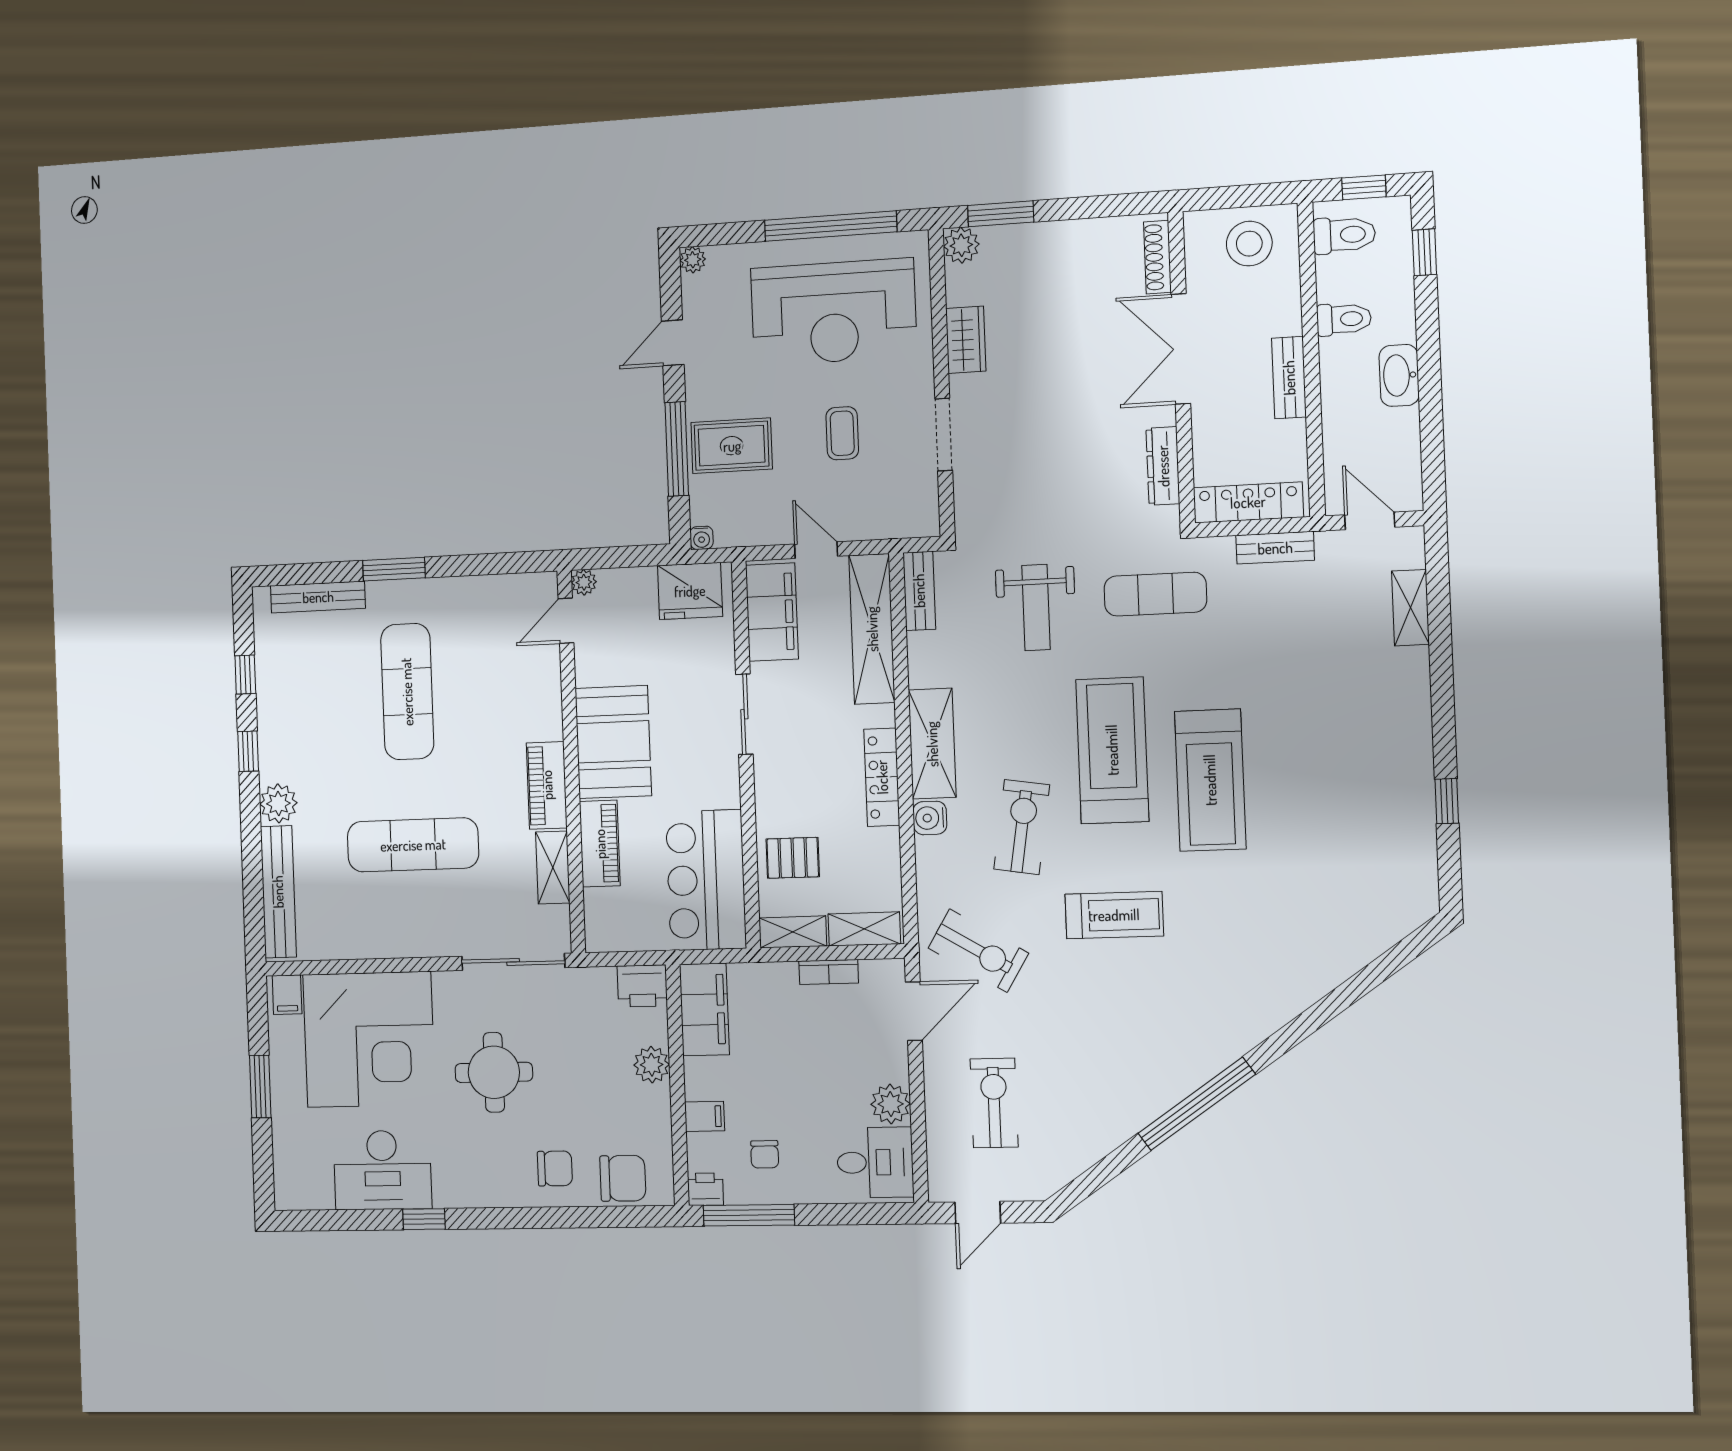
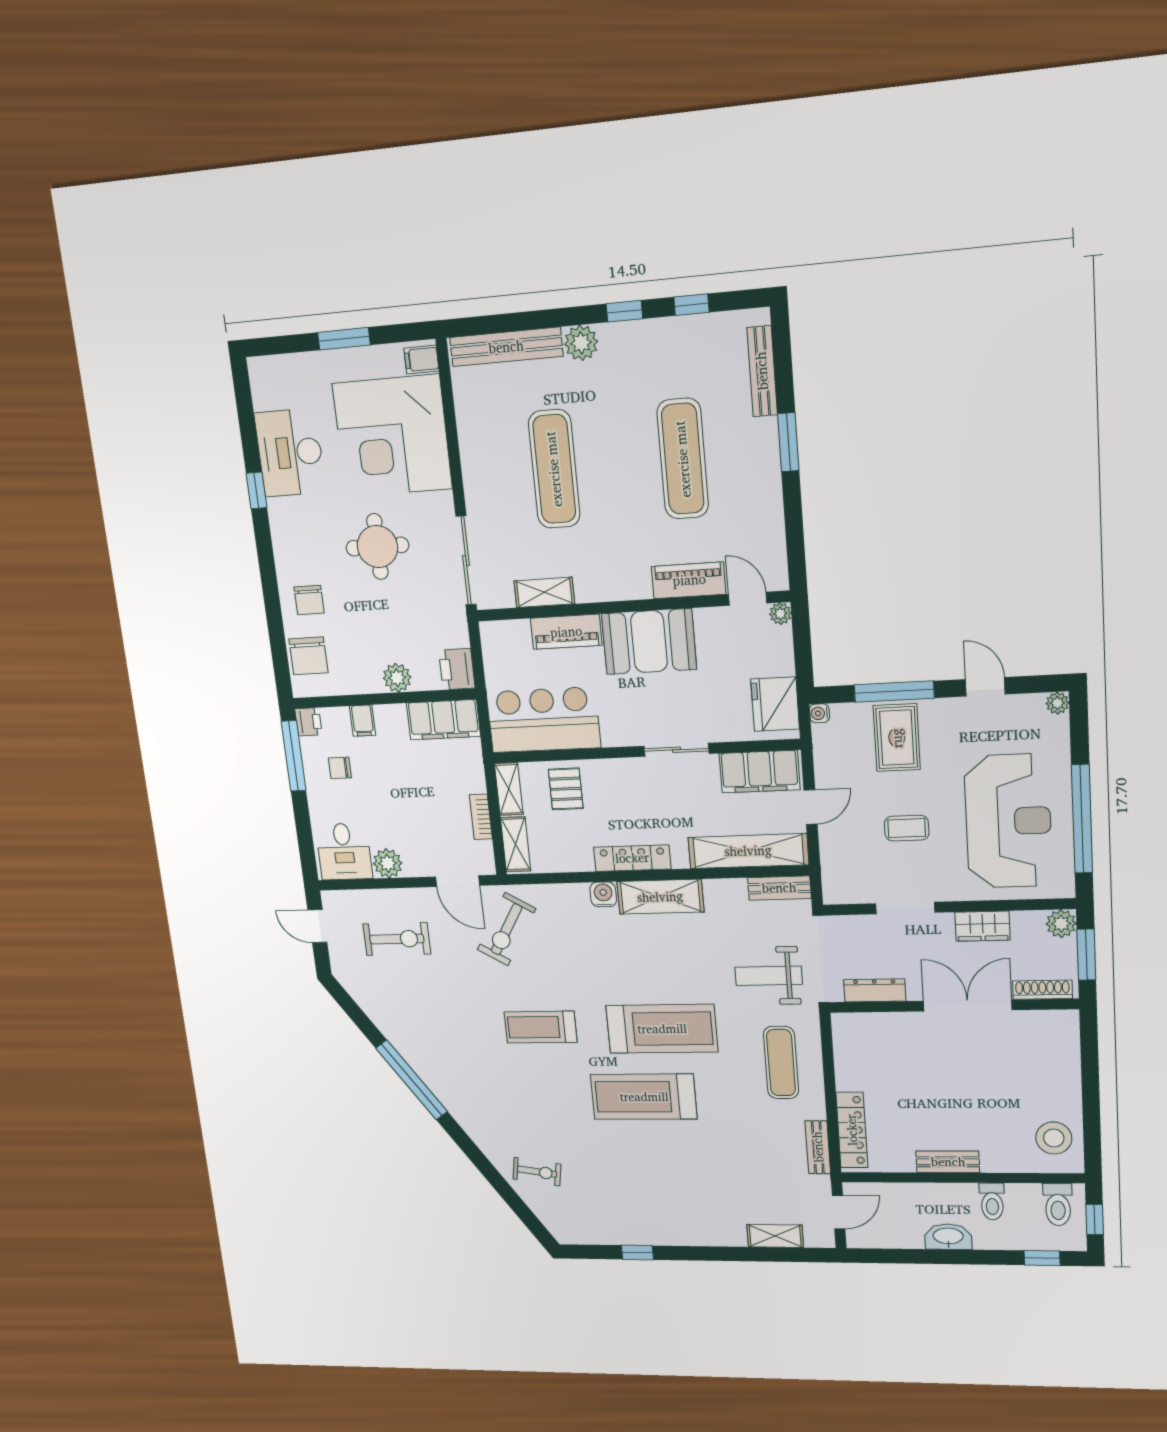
shoe rack: (1157, 257) -> (1042, 990), moved
reception desk: (834, 312) -> (1008, 821), turned 180
double door: (1181, 349) -> (968, 1005), moved
wall: (1181, 367) -> (953, 1006), moved
dresser: (1163, 466) -> (875, 990), moved
exercise mat: (407, 692) -> (683, 459), turned 90
piano: (547, 785) -> (689, 580), moved
exercise bike: (1022, 827) -> (537, 1172), moved, width x0.73, depth x0.72
treadmill: (1114, 915) -> (541, 1027), turned 90

